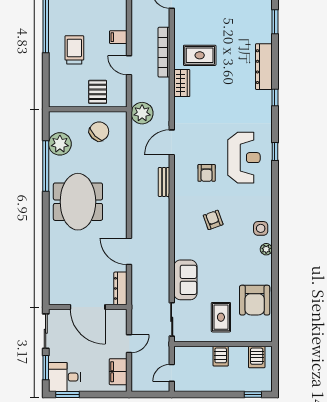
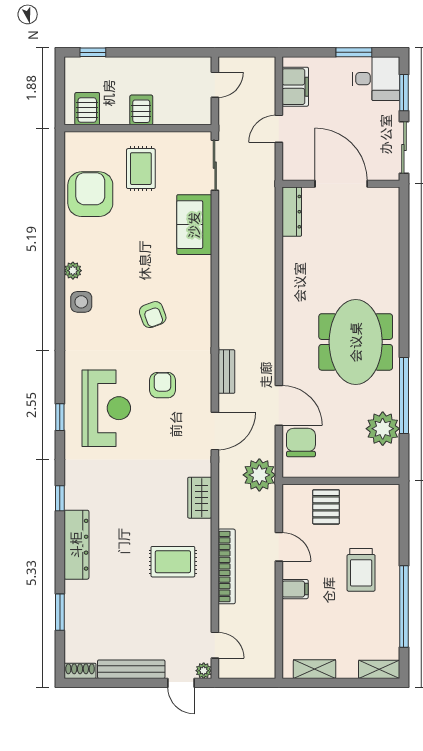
wardrobe: (182, 83) -> (200, 498), moved
chair: (99, 131) -> (301, 443), moved, turned 135
reception desk: (244, 158) -> (106, 408), turned 180
door: (129, 251) -> (279, 405), moved
window: (67, 395) -> (354, 52), moved

